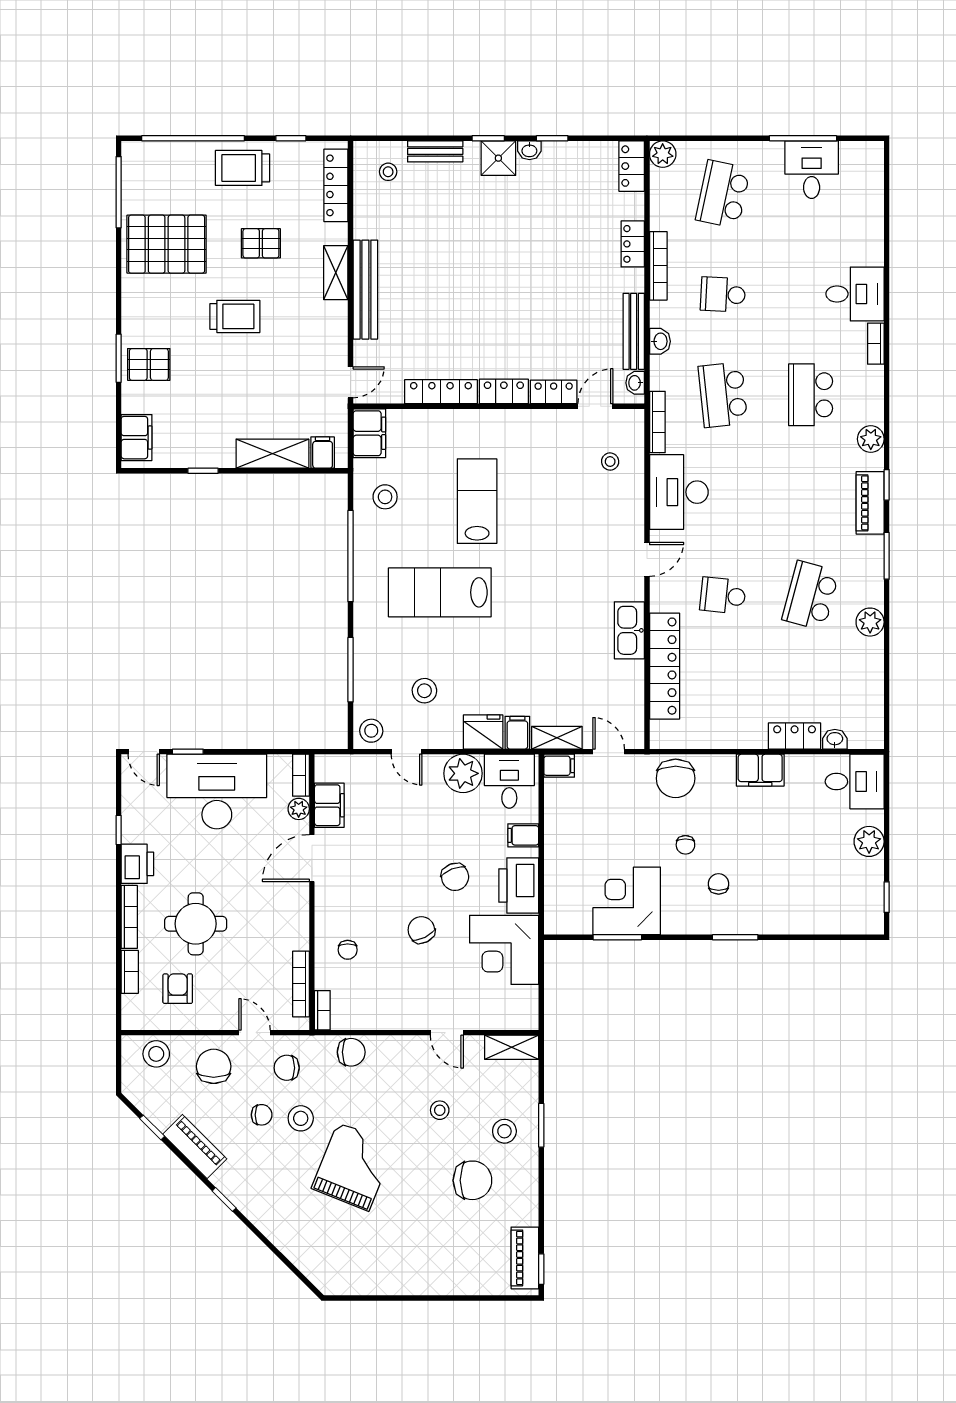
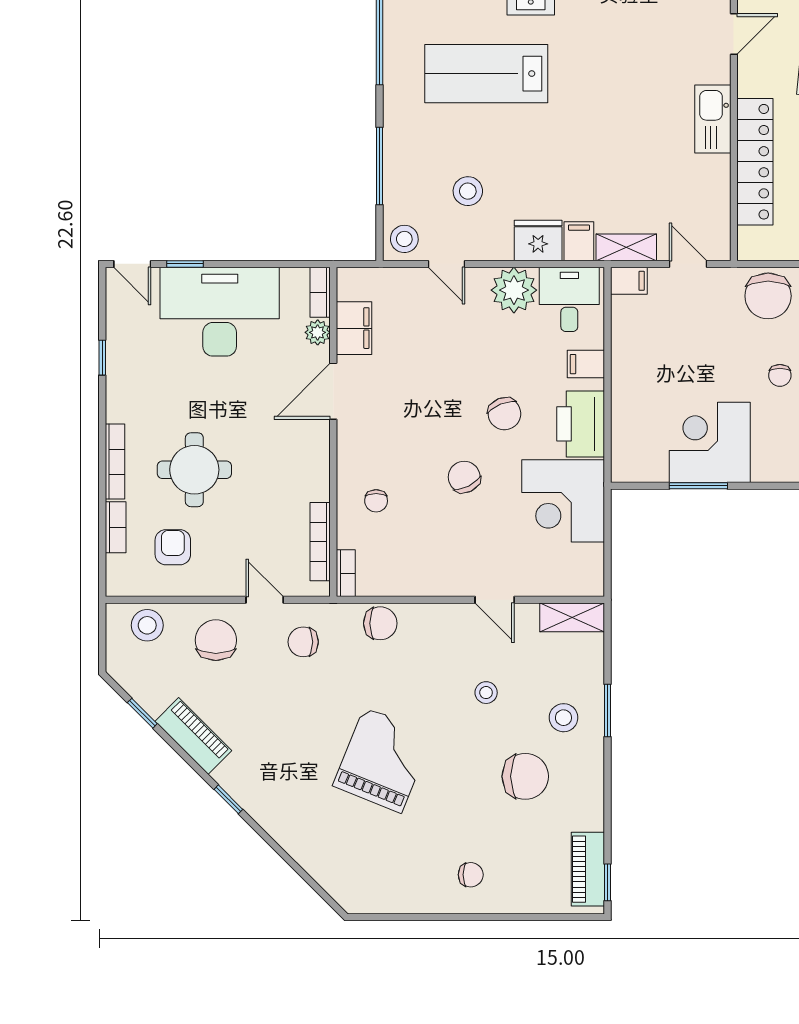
printer: (137, 864) -> (125, 398), removed
chair: (262, 1115) -> (471, 875), moved
stool: (301, 1118) -> (320, 702), removed

